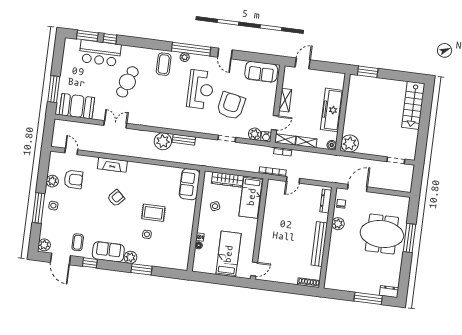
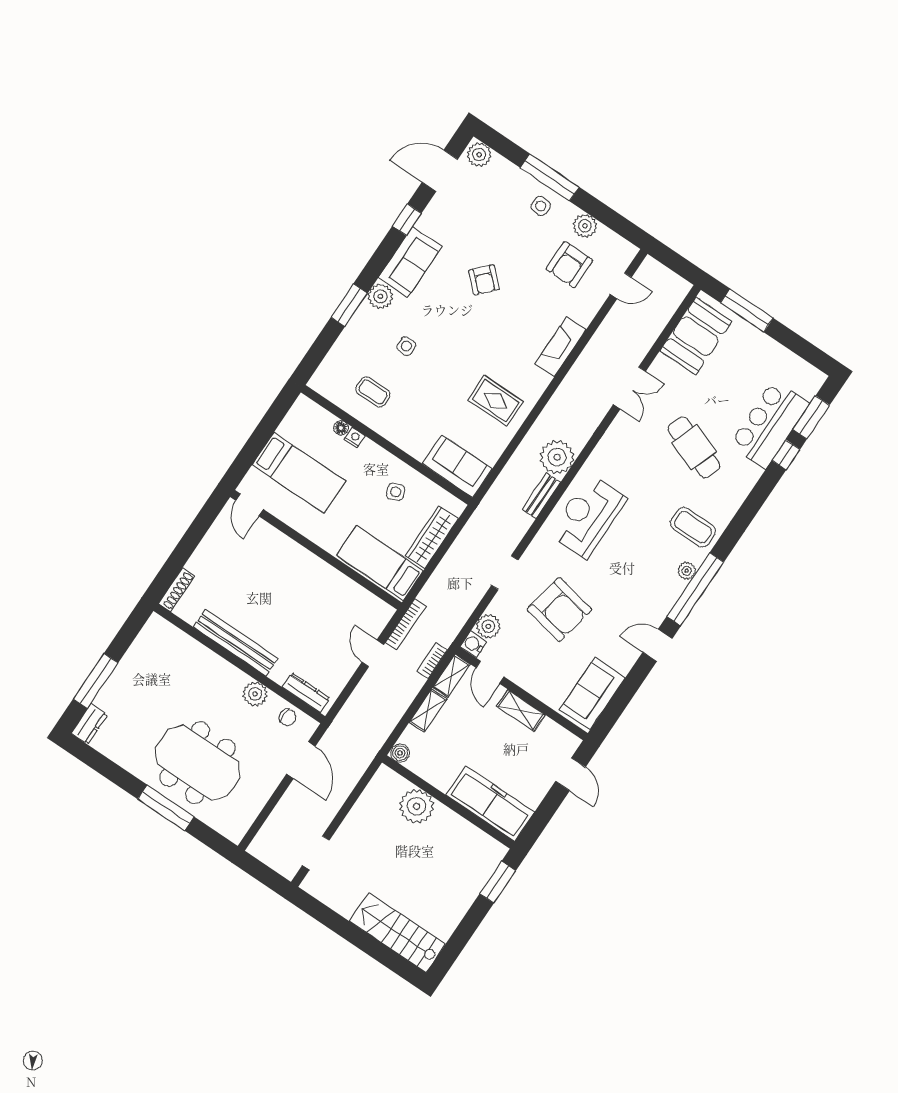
reception desk: (200, 89) -> (588, 516), moved, turned 90
freezer: (332, 110) -> (490, 804), moved
plant: (350, 144) -> (417, 806), moved
armchair: (116, 198) -> (484, 280), moved
rug: (153, 213) -> (496, 401), moved, turned 90
meeting table: (382, 234) -> (198, 763), turned 90
coffee table: (78, 242) -> (373, 392), moved

